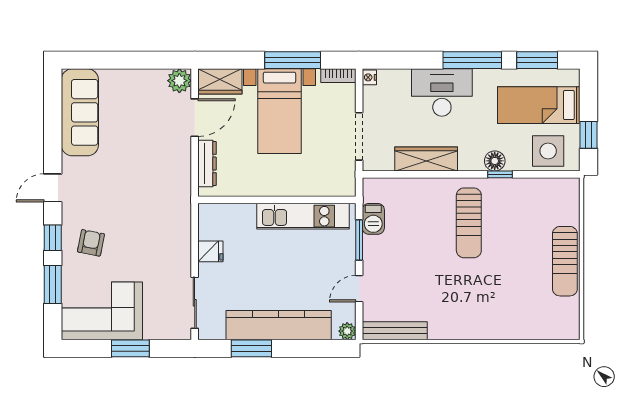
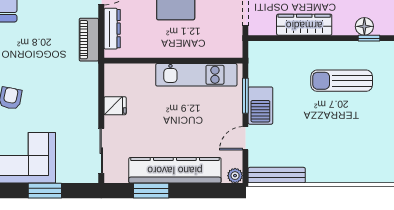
piano: (181, 176) -> (89, 40), added
barbecue: (373, 219) -> (260, 106), moved, width x1.38, depth x1.27
sun lounger: (469, 223) -> (342, 81), turned 90

